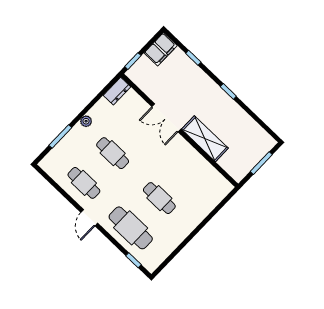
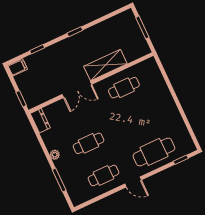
filing cabinet: (161, 49) -> (18, 67), width x0.50
cafe table: (159, 198) -> (124, 88), moved

